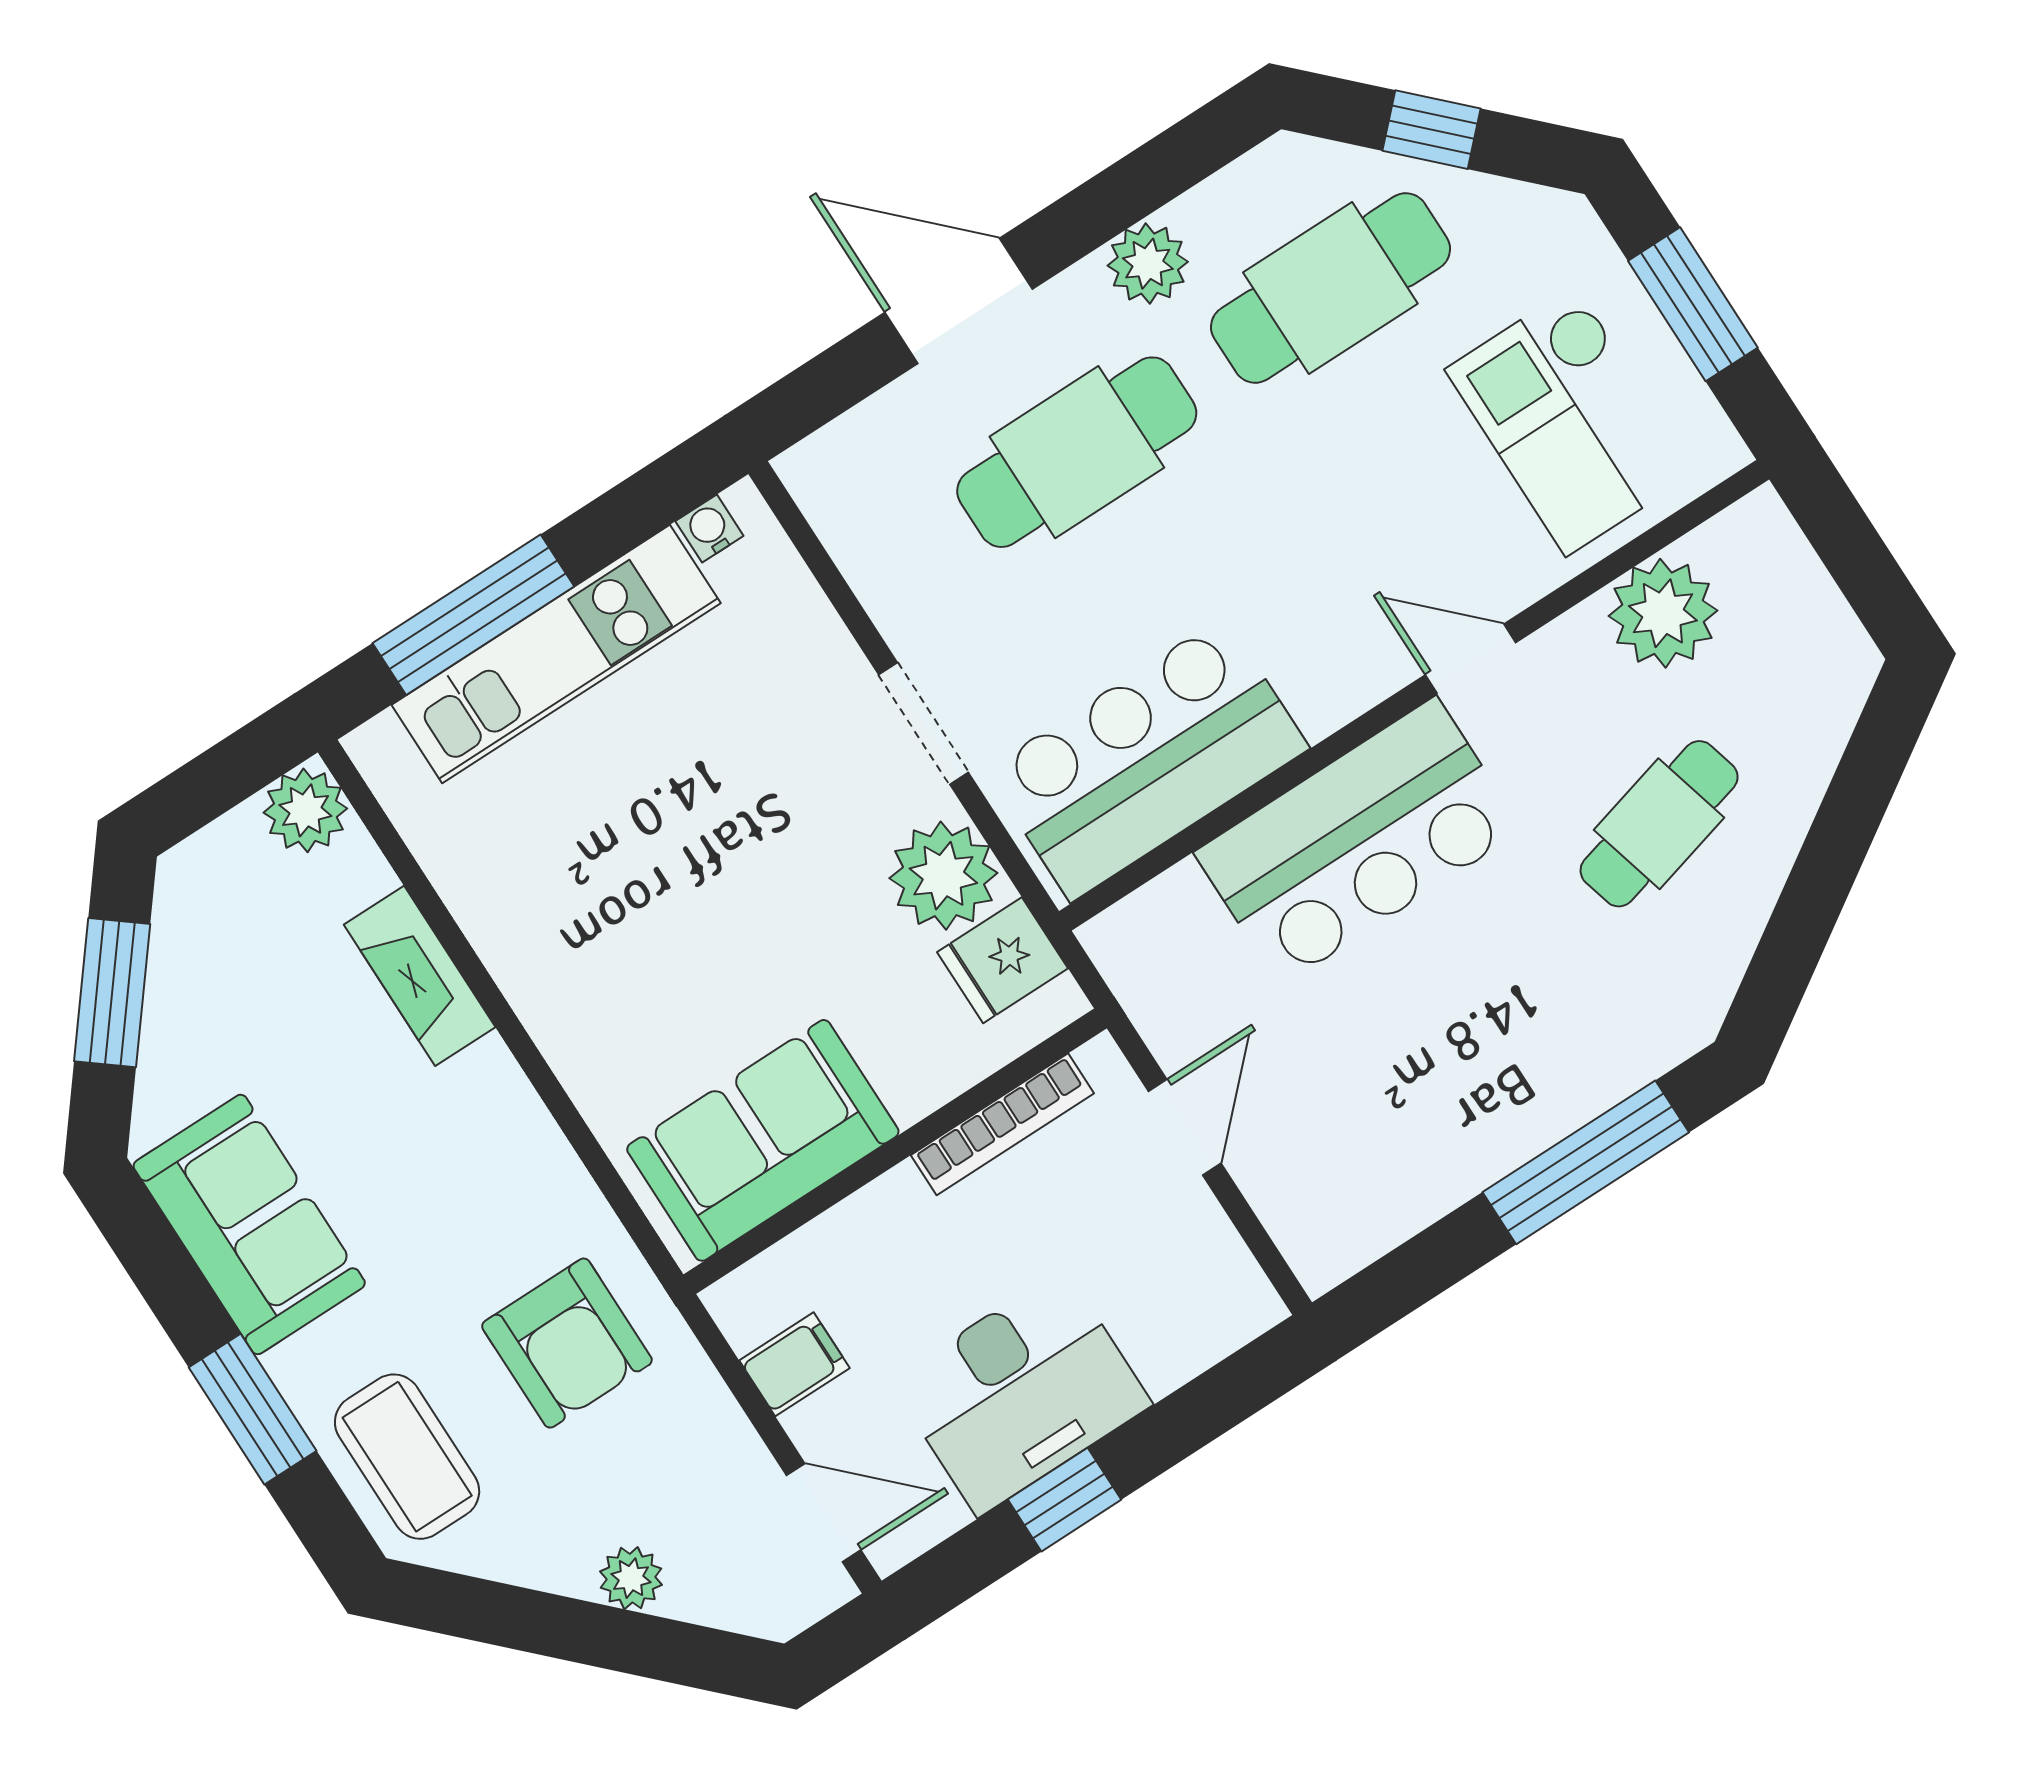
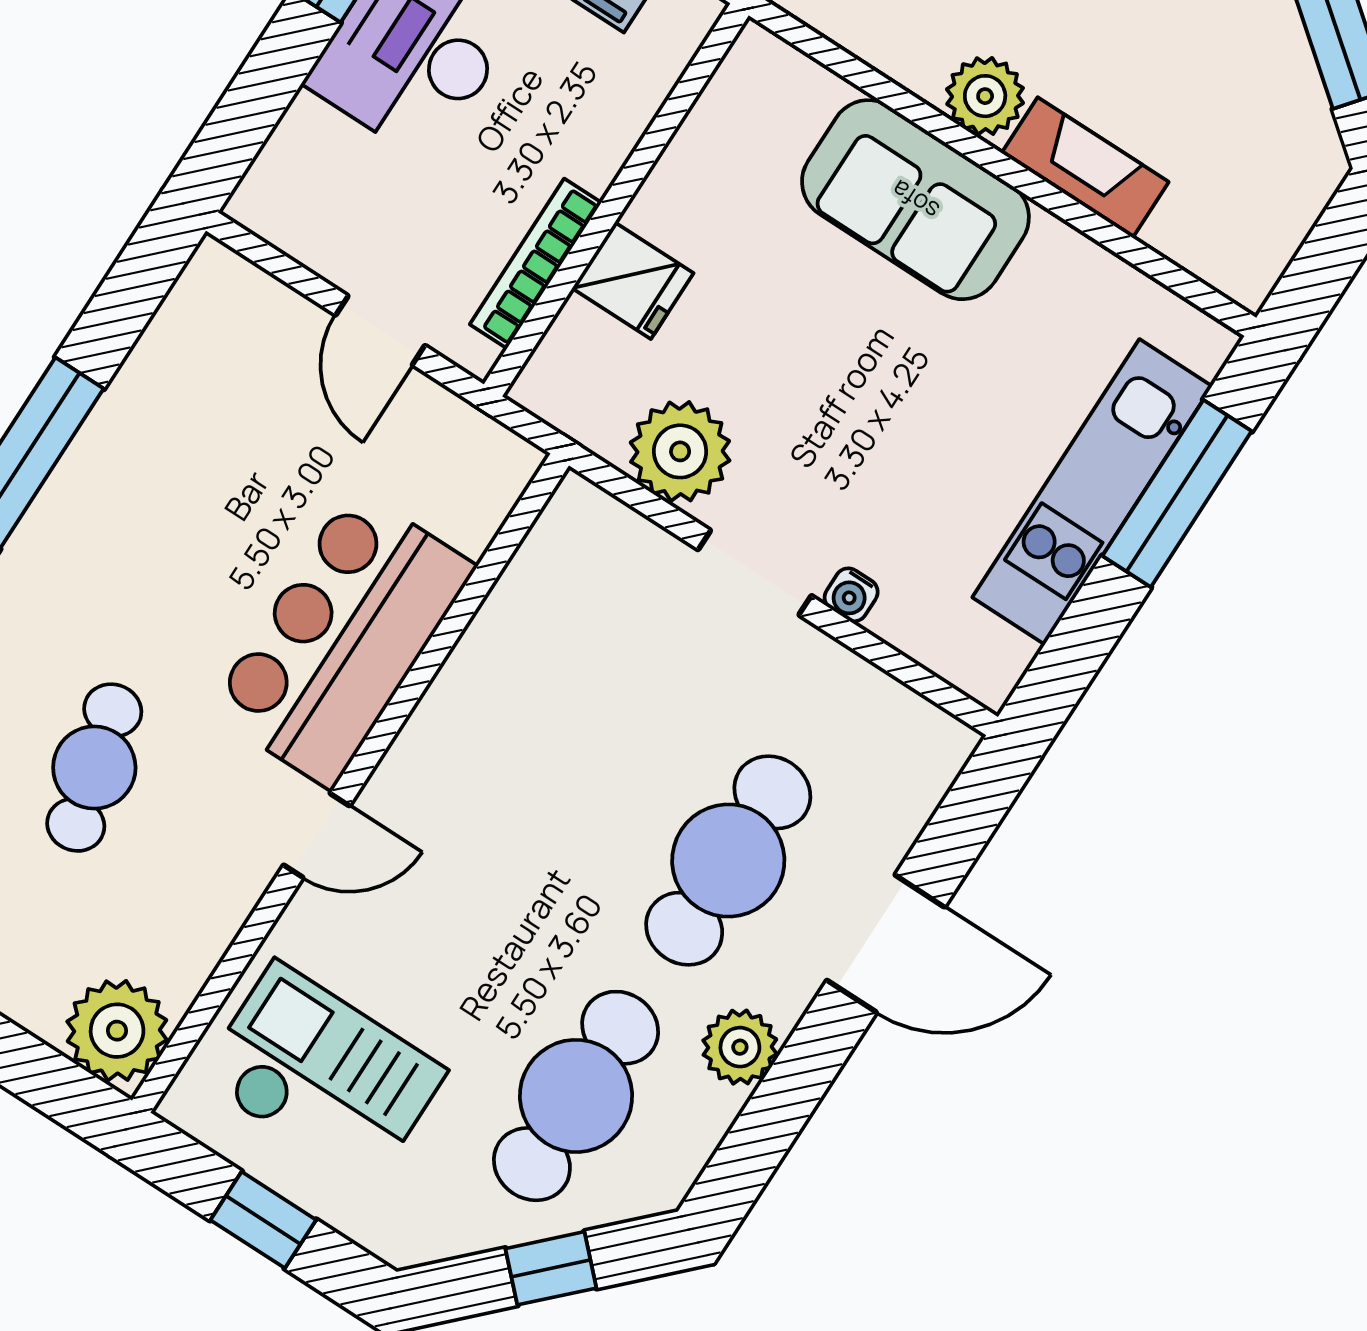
window: (1693, 304) -> (263, 1220), width x0.67
water cooler: (709, 529) -> (851, 595), moved, turned 90
plant: (1663, 613) -> (117, 1031), moved
bar counter: (1147, 759) -> (552, 627), removed
plant: (305, 810) -> (985, 96), moved
fridge: (1003, 960) -> (633, 281), moved, turned 90
sofa: (763, 1140) -> (915, 200), moved, turned 90

